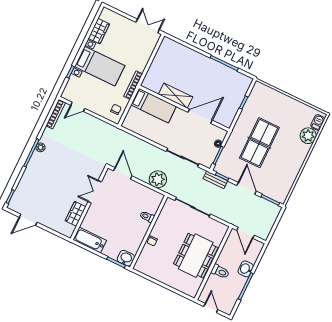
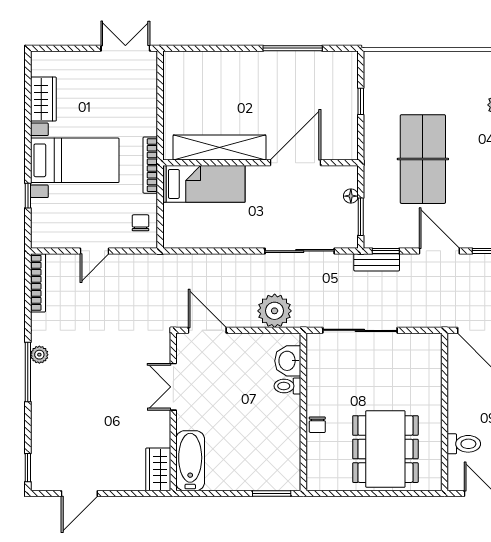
shelving: (176, 96) -> (219, 148), width x1.47
door: (78, 107) -> (94, 251), moved
wardrobe: (76, 214) -> (158, 469), moved
bathtub: (90, 240) -> (190, 461), moved, turned 90
dining table: (196, 256) -> (385, 449), moved
washbasin: (126, 258) -> (288, 361), moved, turned -90
toilet: (220, 272) -> (464, 444), moved

